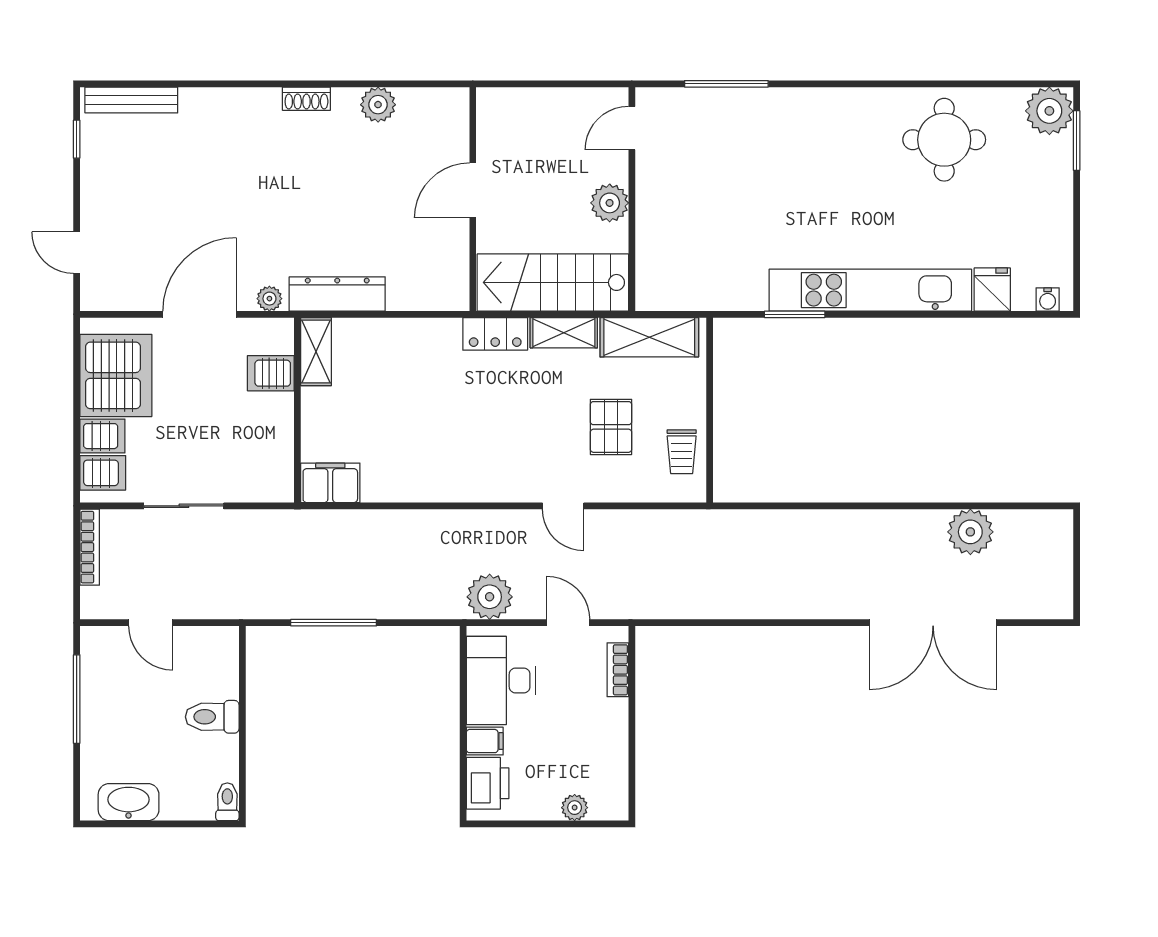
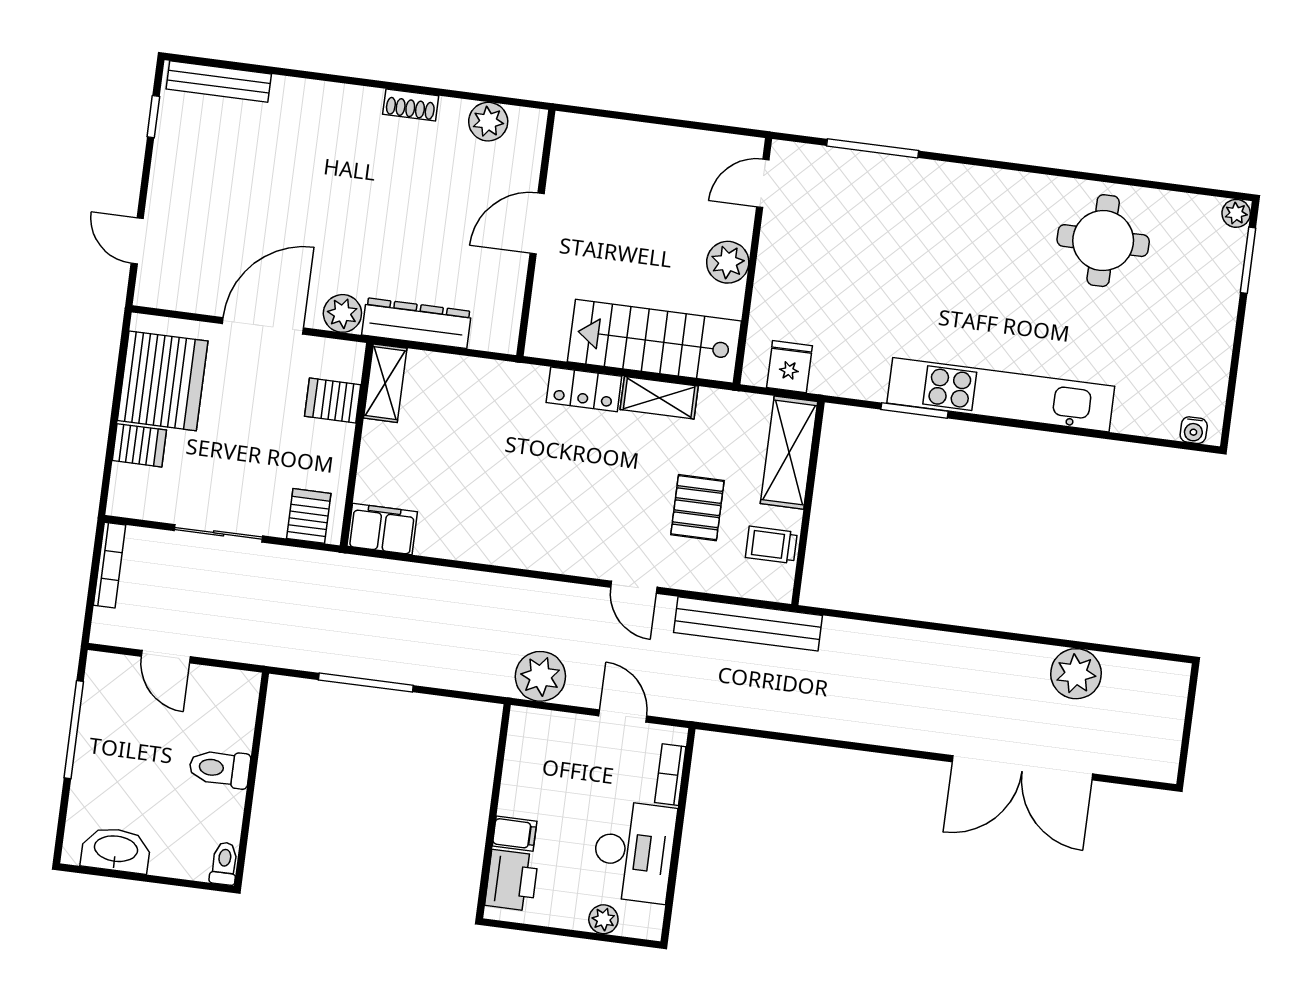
plant: (1049, 111) -> (1236, 213), width x0.53, depth x0.53
door: (473, 190) -> (537, 224), moved
wall: (473, 199) -> (536, 233), moved
fridge: (992, 289) -> (789, 367), moved
plant: (269, 299) -> (342, 313), width x1.38, depth x1.38
shelving: (649, 337) -> (789, 453), moved, turned 90
trolley: (682, 452) -> (771, 545), turned 90
server rack: (103, 473) -> (309, 516), moved, turned -90
bench: (670, 525) -> (748, 624), added
desk: (501, 681) -> (634, 852), moved, turned 180

